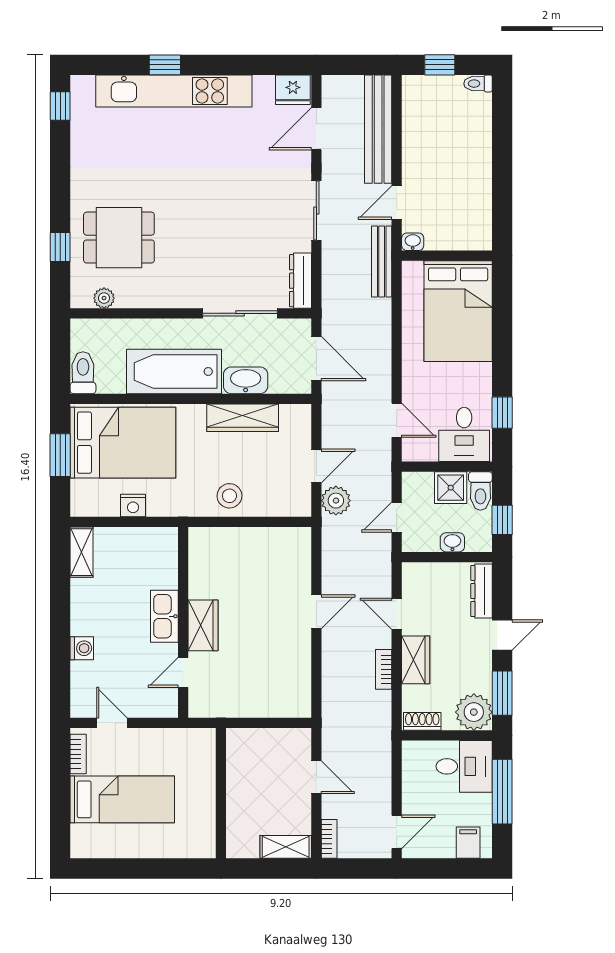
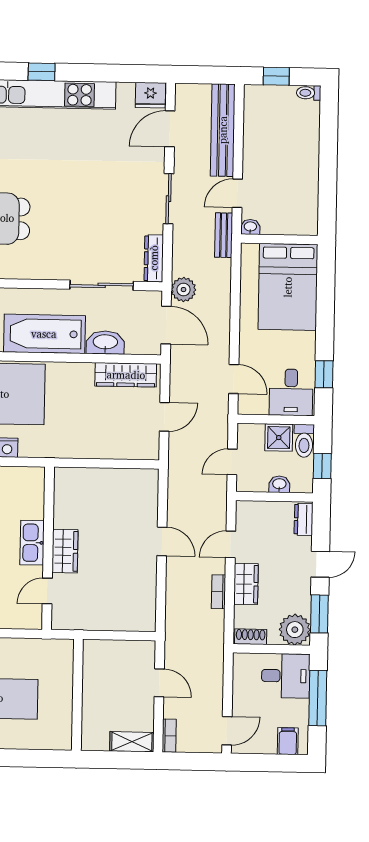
bench: (382, 262) -> (224, 235), width x0.73
wardrobe: (243, 418) -> (126, 375), moved
stool: (229, 496) -> (90, 441), removed
plant: (336, 501) -> (184, 290), moved
dresser: (482, 591) -> (304, 519), width x0.70
door: (316, 612) -> (162, 541), hinge flipped
door: (397, 614) -> (231, 544), hinge flipped

